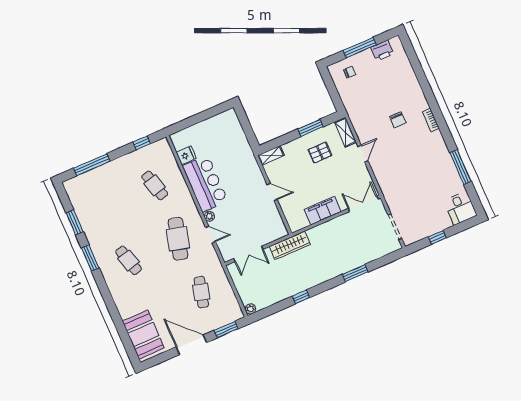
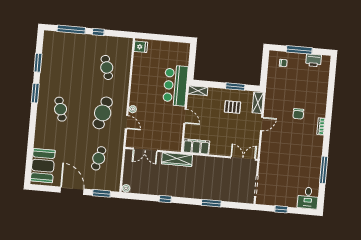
window: (142, 143) -> (98, 32), moved
fridge: (186, 155) -> (141, 47), moved
bar counter: (205, 184) -> (175, 85), moved, turned 180
filing cabinet: (323, 211) -> (196, 146), moved

